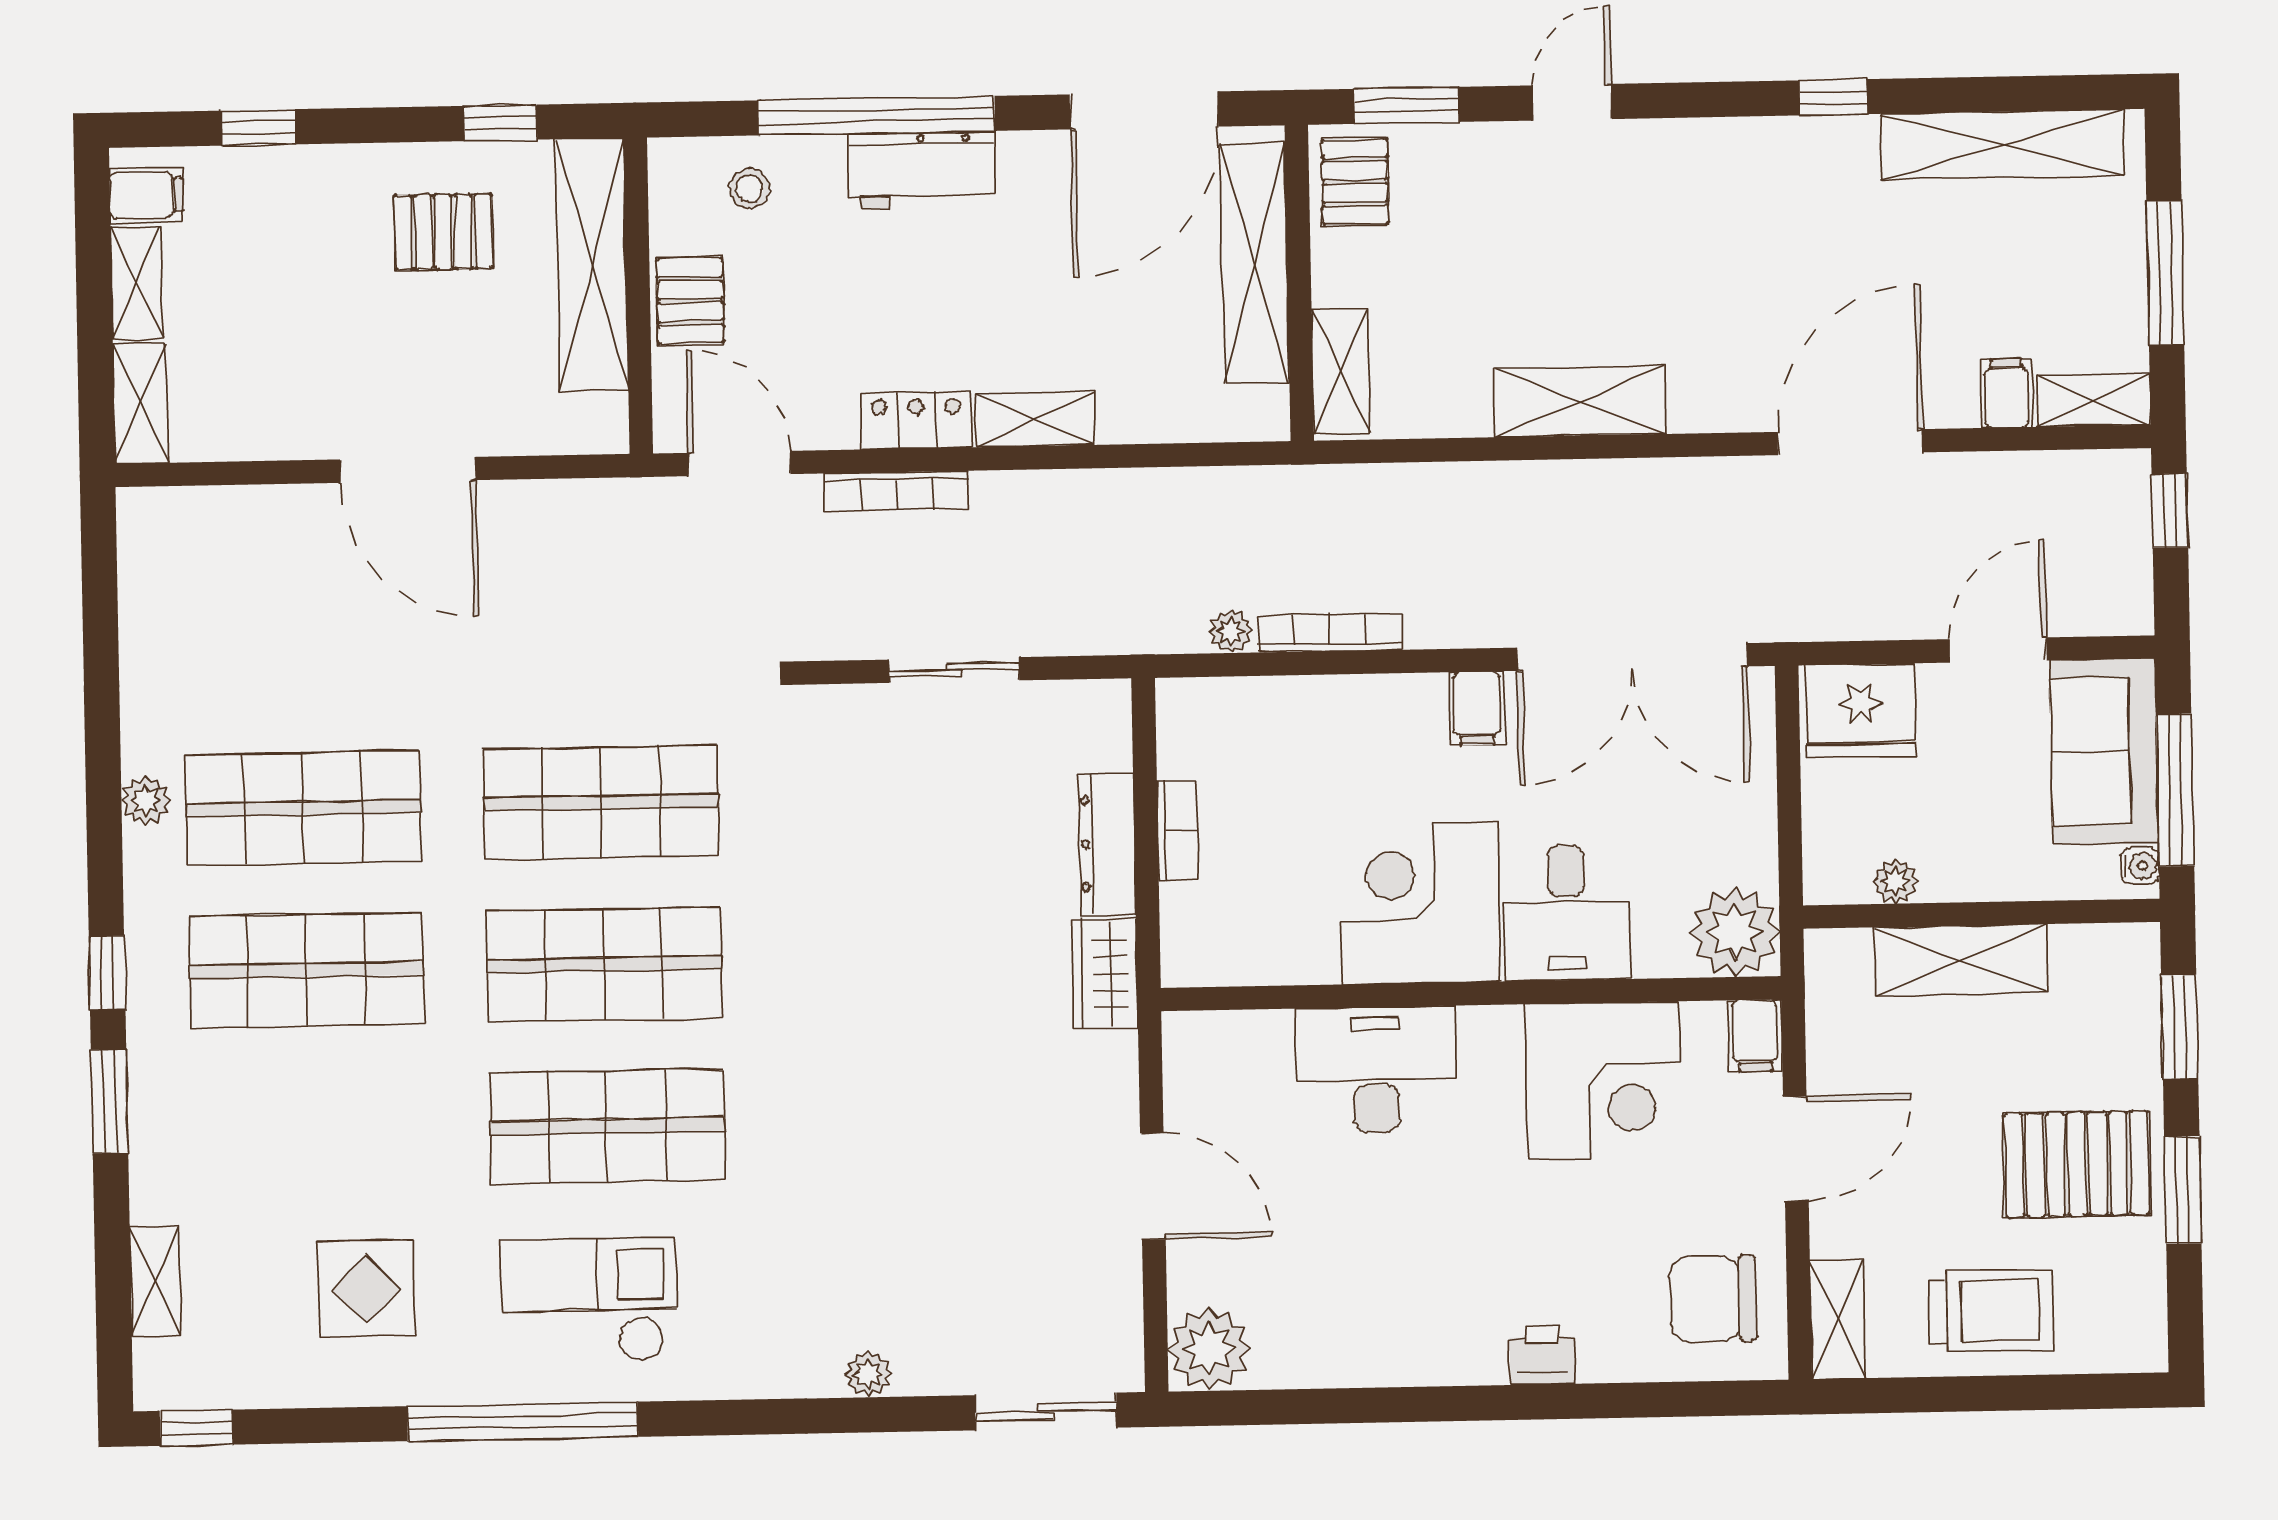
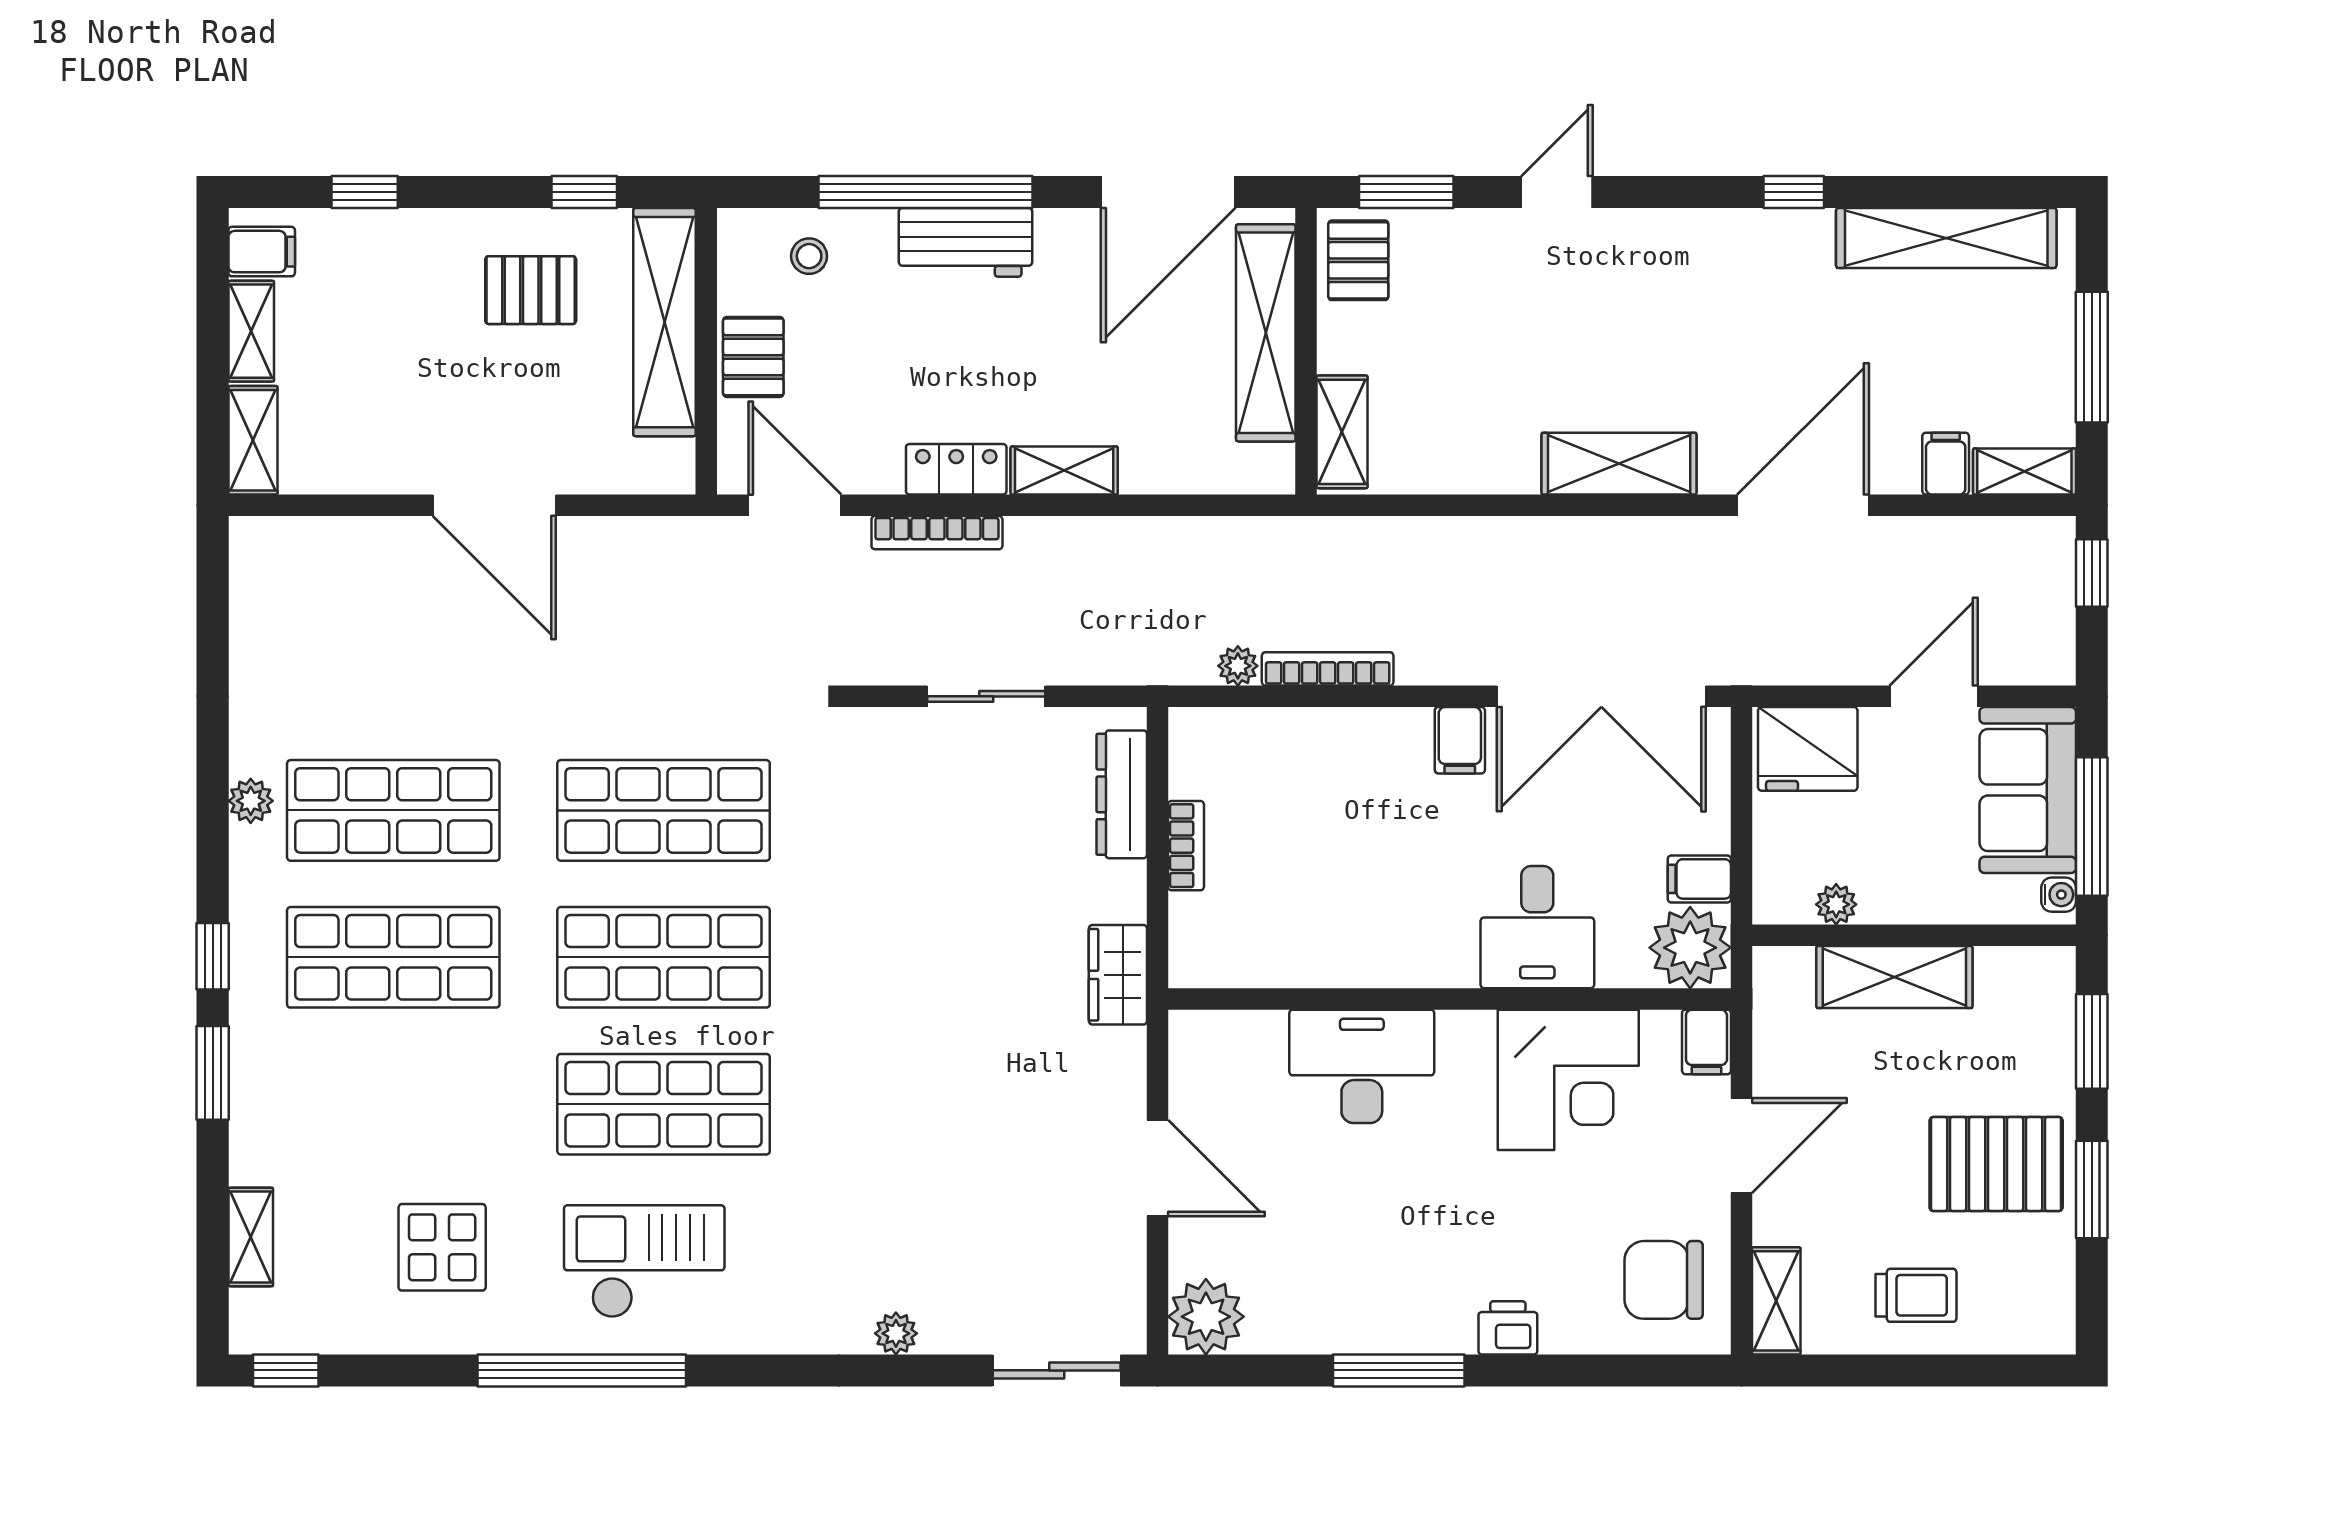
shelving: (1580, 401) -> (1619, 464), moved
dresser: (1107, 844) -> (1122, 794), moved
filing cabinet: (1744, 856) -> (1699, 879), added
corner desk: (1420, 904) -> (1404, 916), removed
trolley: (1991, 1310) -> (1916, 1295), width x0.73, depth x0.72
window: (1423, 1404) -> (1399, 1370), added

